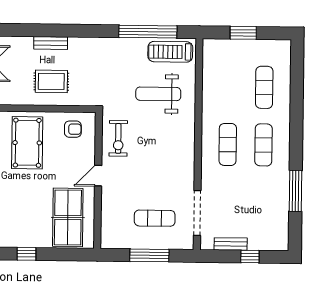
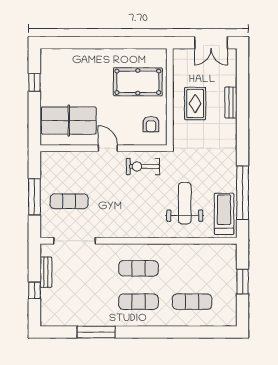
exercise mat: (155, 218) -> (69, 201), turned 90

